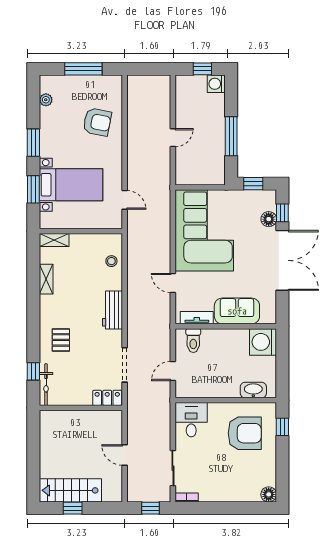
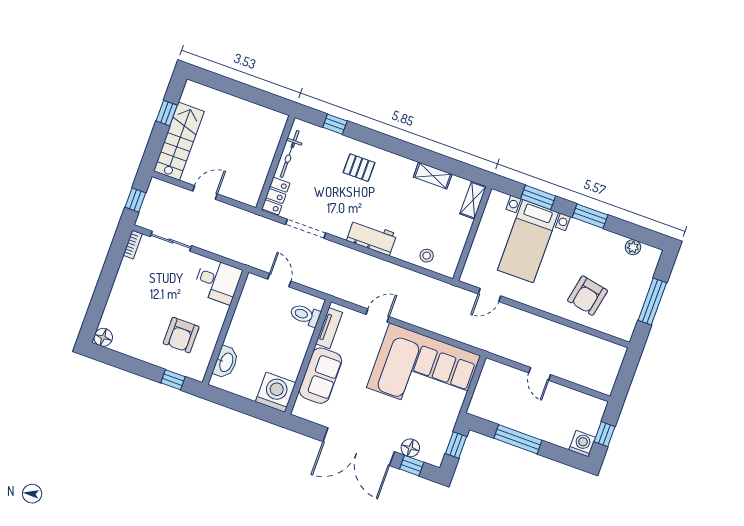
bicycle: (46, 385) -> (290, 154), moved, turned -90
armchair: (245, 433) -> (181, 335), width x0.73, depth x0.73
stairs: (70, 490) -> (179, 141), moved

